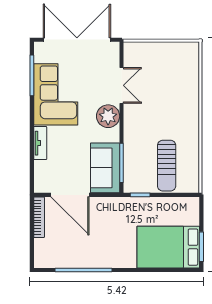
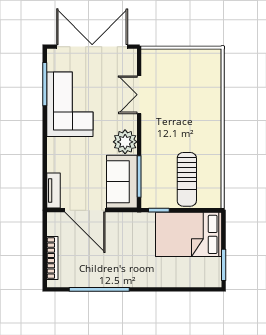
double door: (121, 85) -> (139, 95), swing flipped
plant: (108, 116) -> (125, 142), moved
tv unit: (40, 143) -> (53, 191), moved
bookcase: (39, 217) -> (52, 258), moved
bed: (168, 247) -> (189, 234), moved

